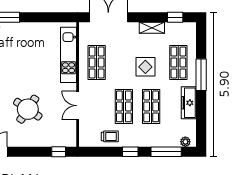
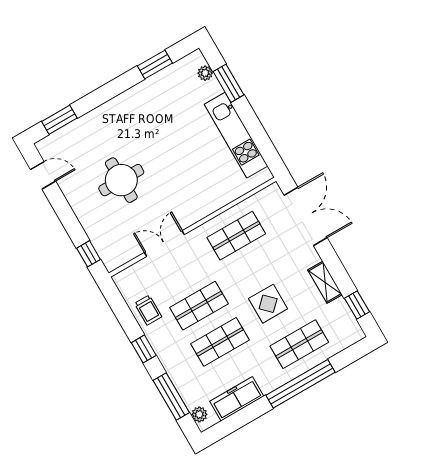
kitchen unit: (69, 55) -> (236, 135), moved, turned -90
window: (201, 75) -> (300, 384), width x1.46
freezer: (189, 103) -> (237, 399), moved
round table: (28, 109) -> (121, 180), turned -34

